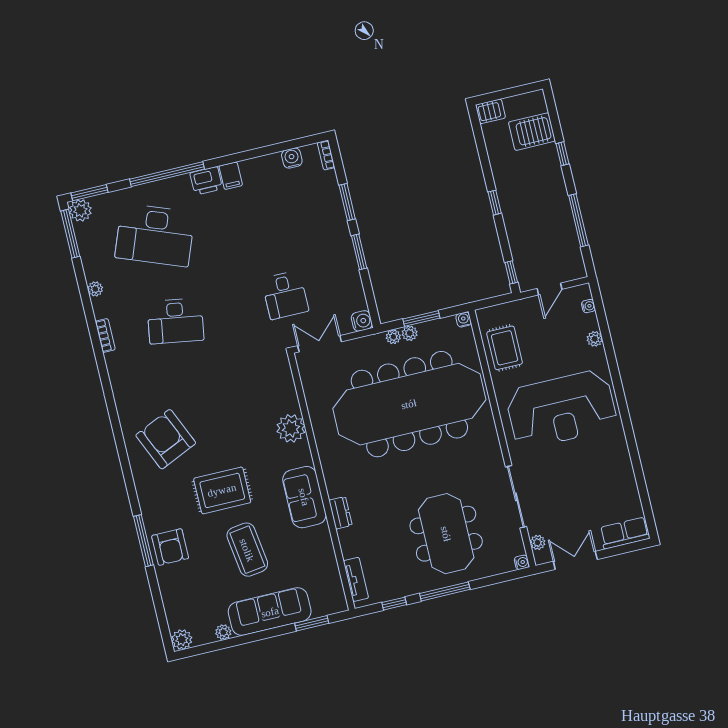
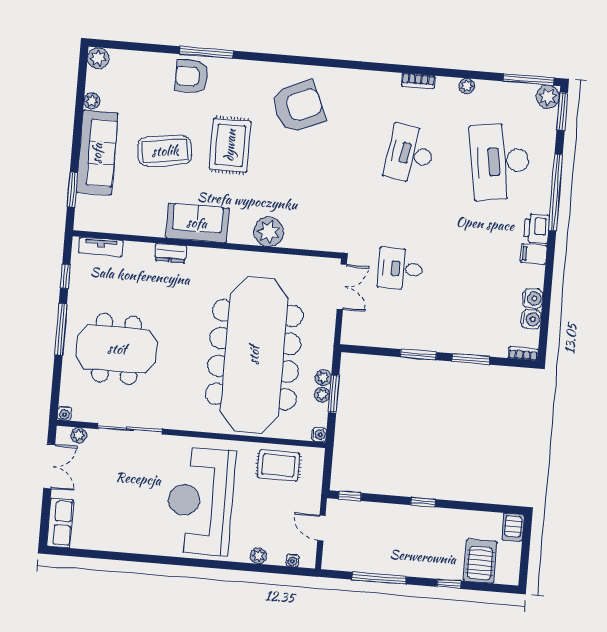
desk: (155, 235) -> (500, 161), turned -30
water cooler: (362, 321) -> (533, 298), moved, turned -90
plant: (393, 337) -> (322, 395), moved

